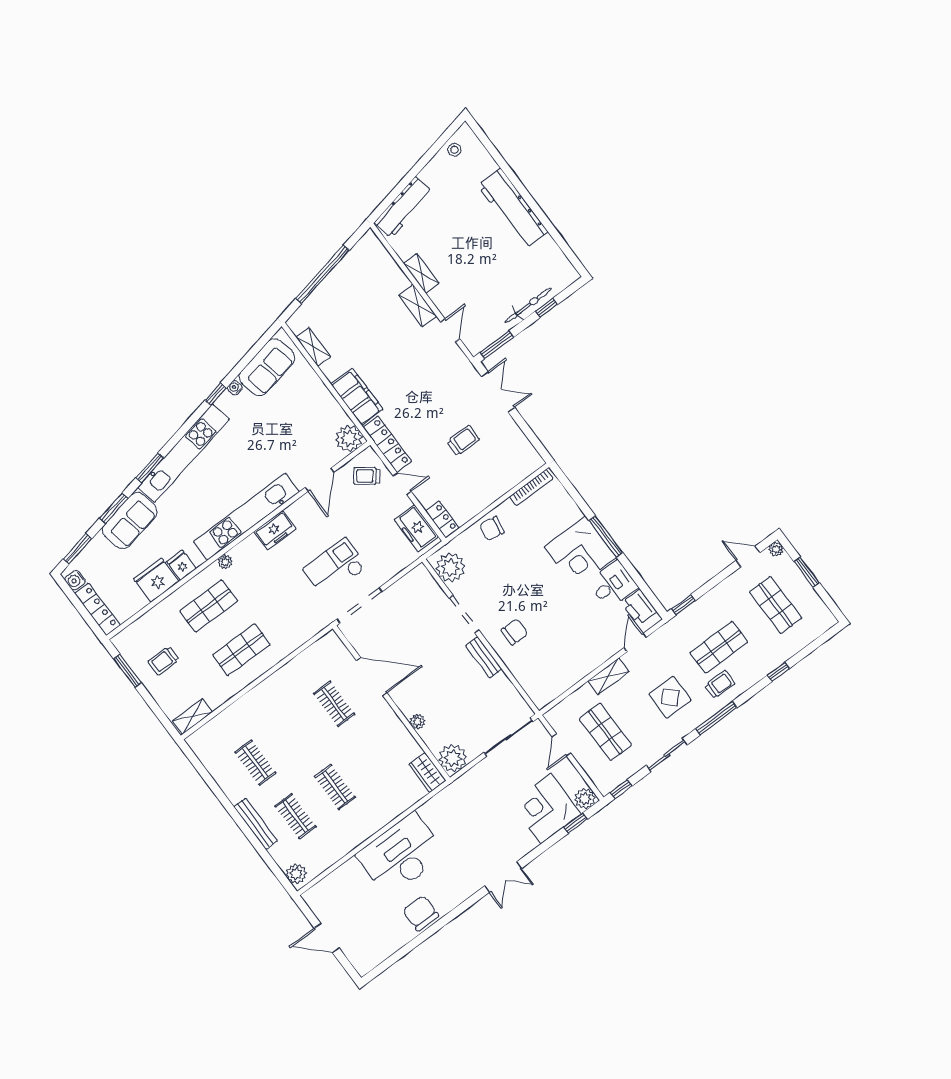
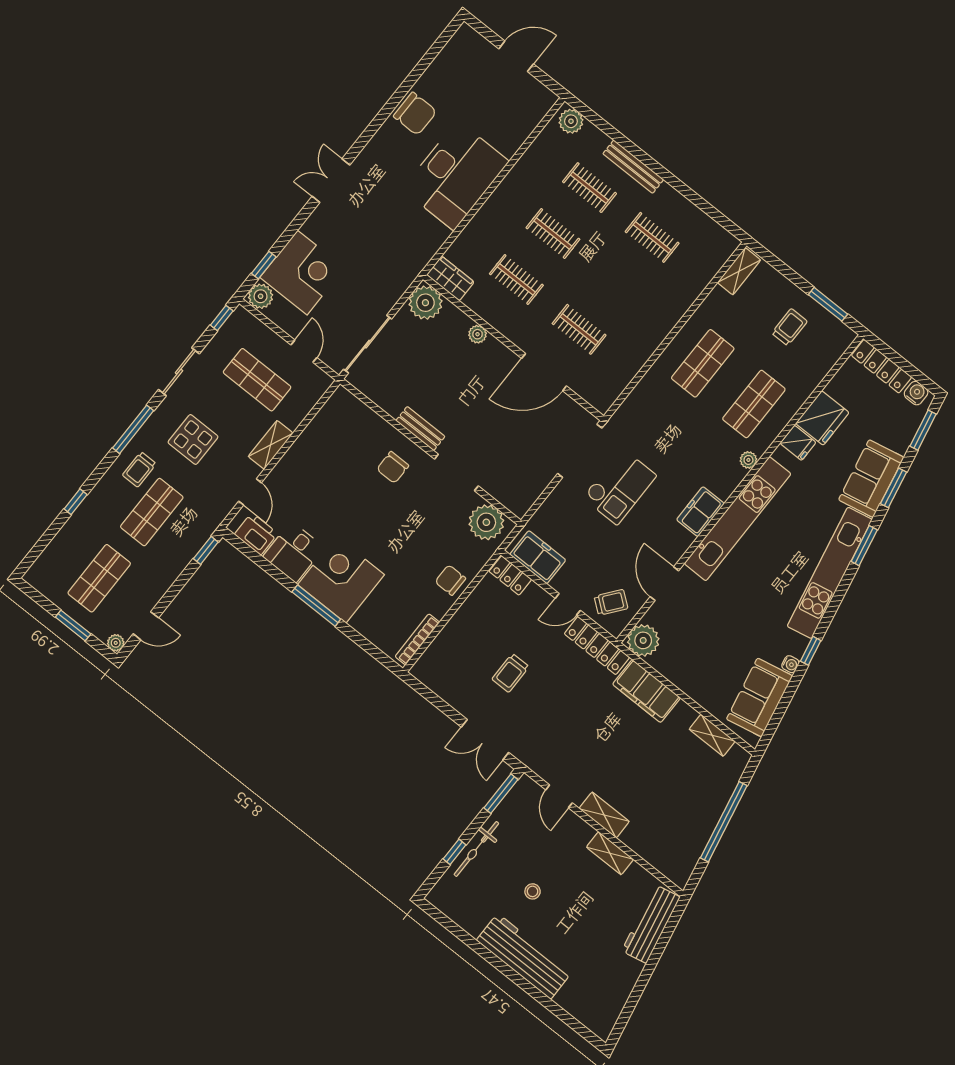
stool: (454, 150) -> (533, 891), moved
chair: (492, 528) -> (450, 580), turned -101
shop shelf: (776, 605) -> (99, 578), turned 90
clothes rail: (374, 757) -> (516, 279), added

